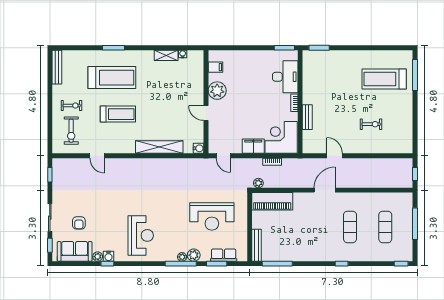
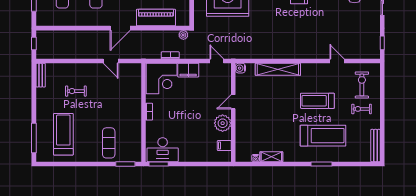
exercise mat: (337, 70) -> (109, 143), added
desk: (285, 77) -> (163, 150), moved, turned -90
treadmill: (112, 78) -> (323, 136), turned 180
treadmill: (384, 79) -> (63, 134), turned -90
door: (206, 113) -> (233, 102), swing flipped
bench: (307, 117) -> (41, 75), moved
piano: (272, 201) -> (156, 18), moved

